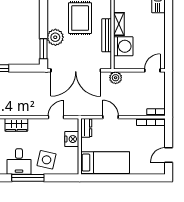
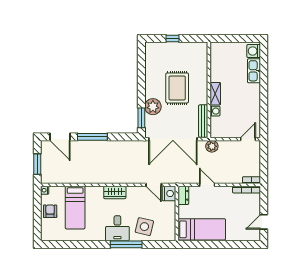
bench: (107, 35) -> (203, 121), moved
washing machine: (123, 46) -> (215, 111), width x0.53, depth x0.53
door: (56, 117) -> (154, 185), swing flipped
nightstand: (72, 139) -> (169, 194), moved

